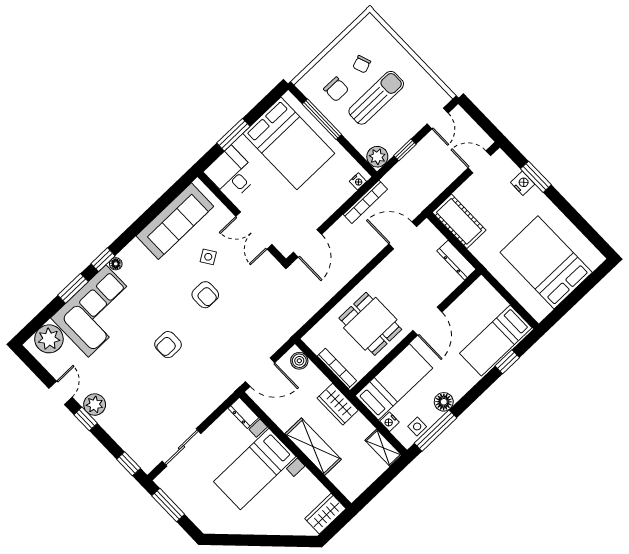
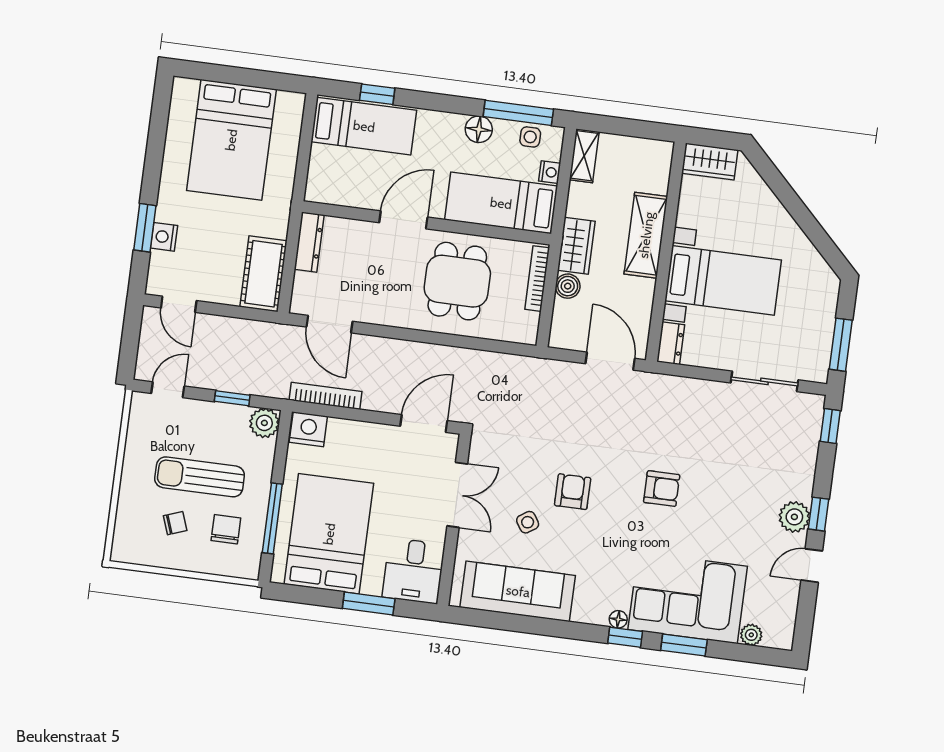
nightstand: (358, 181) -> (308, 429), width x1.89, depth x1.79
plant: (49, 339) -> (751, 635), width x0.53, depth x0.53
boiler: (299, 361) -> (568, 286), moved

